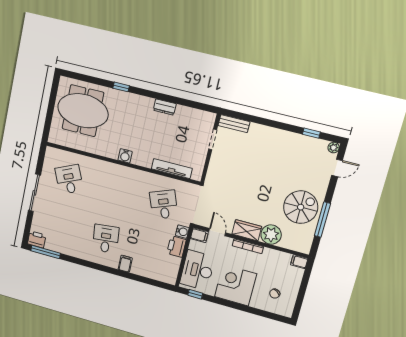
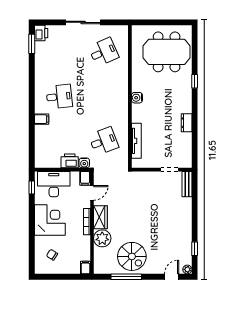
meeting table: (83, 111) -> (167, 52), turned 90
door: (337, 168) -> (172, 277), swing flipped
window: (46, 252) -> (32, 44), width x0.69

